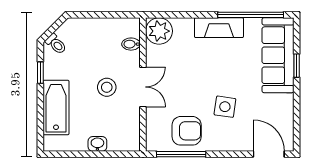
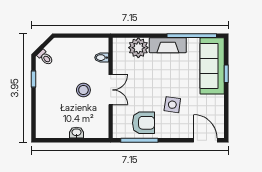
plant: (159, 31) -> (138, 48), moved
bathtub: (56, 107) -> (45, 105), removed

